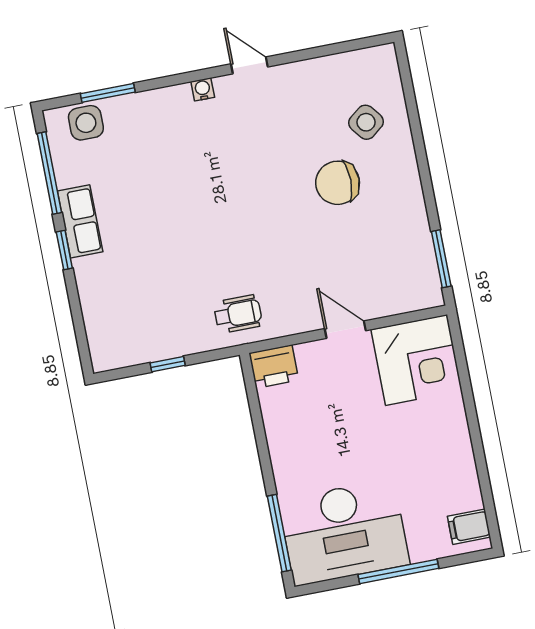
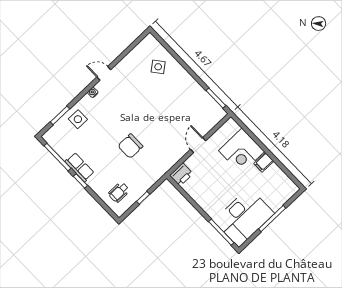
side table: (86, 123) -> (78, 119), moved
chair: (338, 183) -> (130, 146), moved
wheelchair: (238, 314) -> (119, 192), moved, turned 180
door: (345, 330) -> (198, 145), hinge flipped
corner desk: (416, 360) -> (241, 151), moved, turned 90
filing cabinet: (469, 527) -> (264, 162), moved

